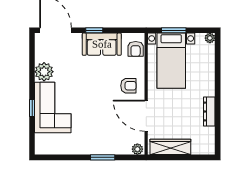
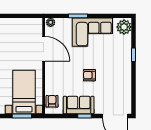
plant: (44, 72) -> (124, 27), moved
armchair: (128, 86) -> (89, 75), moved
corner sofa: (53, 108) -> (92, 32), moved, turned -90
wardrobe: (170, 147) -> (25, 24), removed

